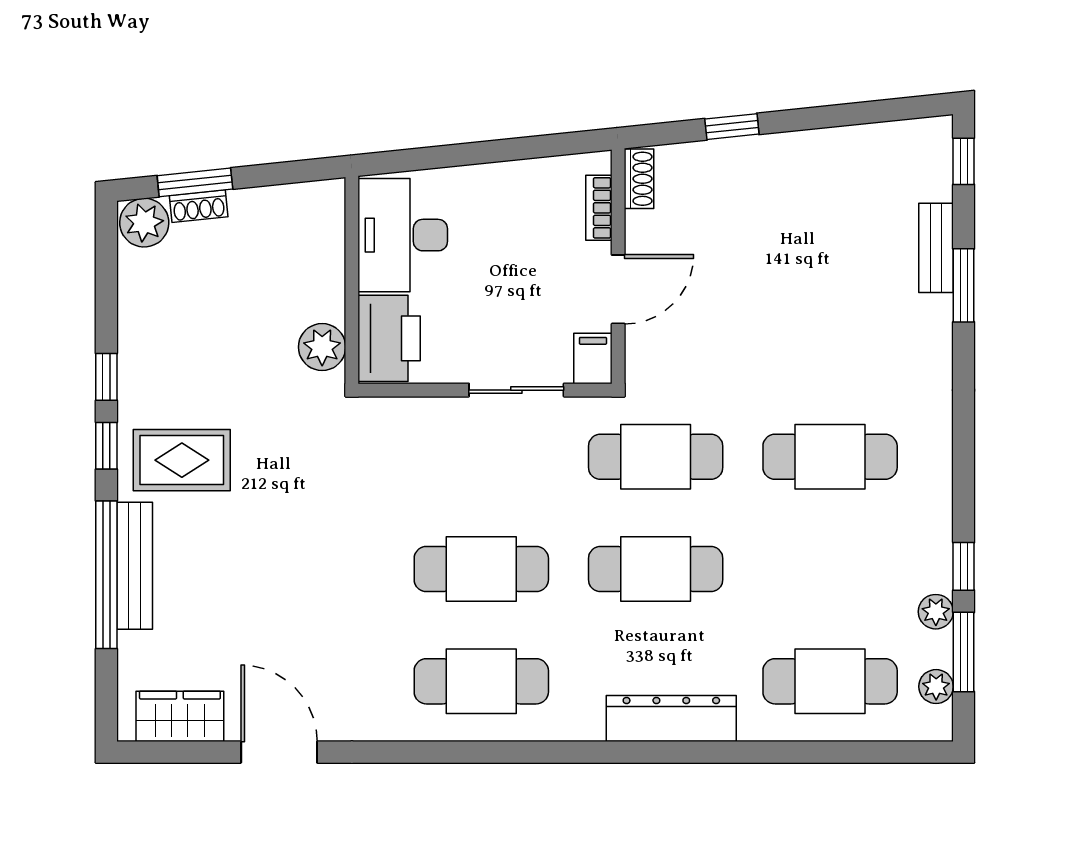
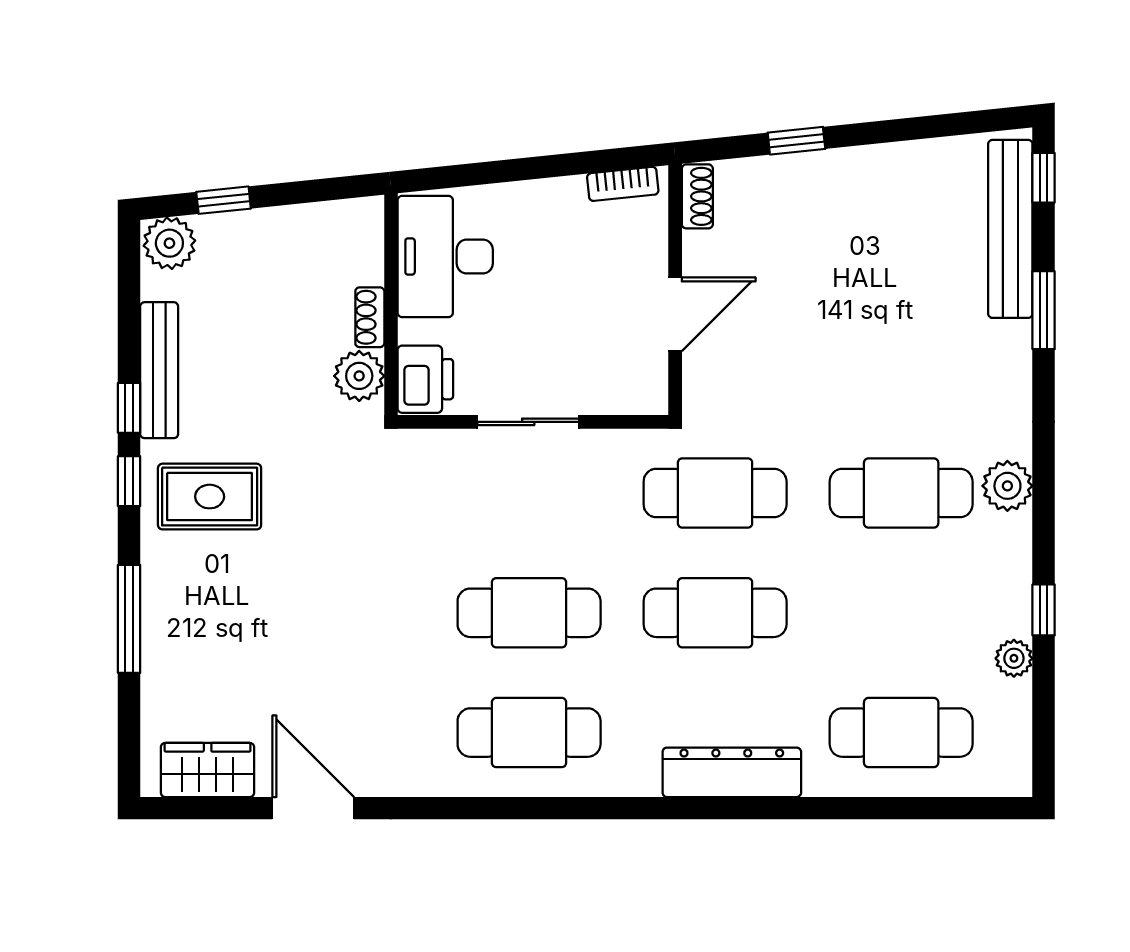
window: (195, 182) -> (224, 200), width x0.67
shoe rack: (199, 206) -> (370, 317), moved, turned 96
bookcase: (599, 208) -> (623, 184), moved, turned -96
bench: (936, 248) -> (1010, 229), width x1.86, depth x1.21
printer: (389, 338) -> (425, 379), width x0.73, depth x0.84
filing cabinet: (593, 359) -> (648, 388), removed
sliding door: (516, 390) -> (528, 422), moved
bench: (135, 566) -> (159, 370), moved
window: (106, 575) -> (129, 619), width x0.68
window: (964, 652) -> (1044, 701), removed
plant: (936, 687) -> (1007, 486), moved, width x1.38, depth x1.38

